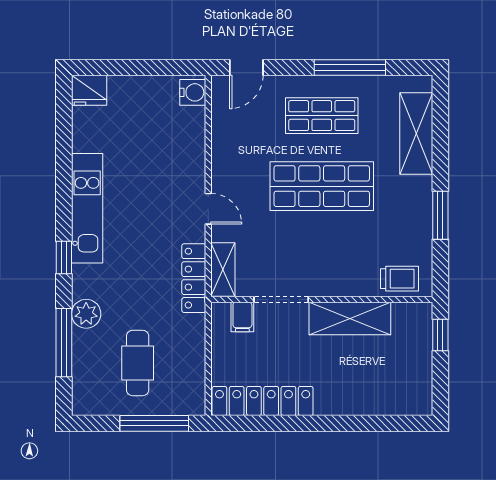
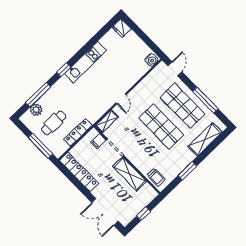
door: (246, 67) -> (175, 69), swing flipped
shop shelf: (322, 116) -> (182, 106), width x1.43, depth x1.36
locker: (194, 278) -> (78, 132), moved
plant: (86, 314) -> (36, 110), moved
window: (440, 335) -> (143, 214), moved
double door: (374, 423) -> (105, 212), added

